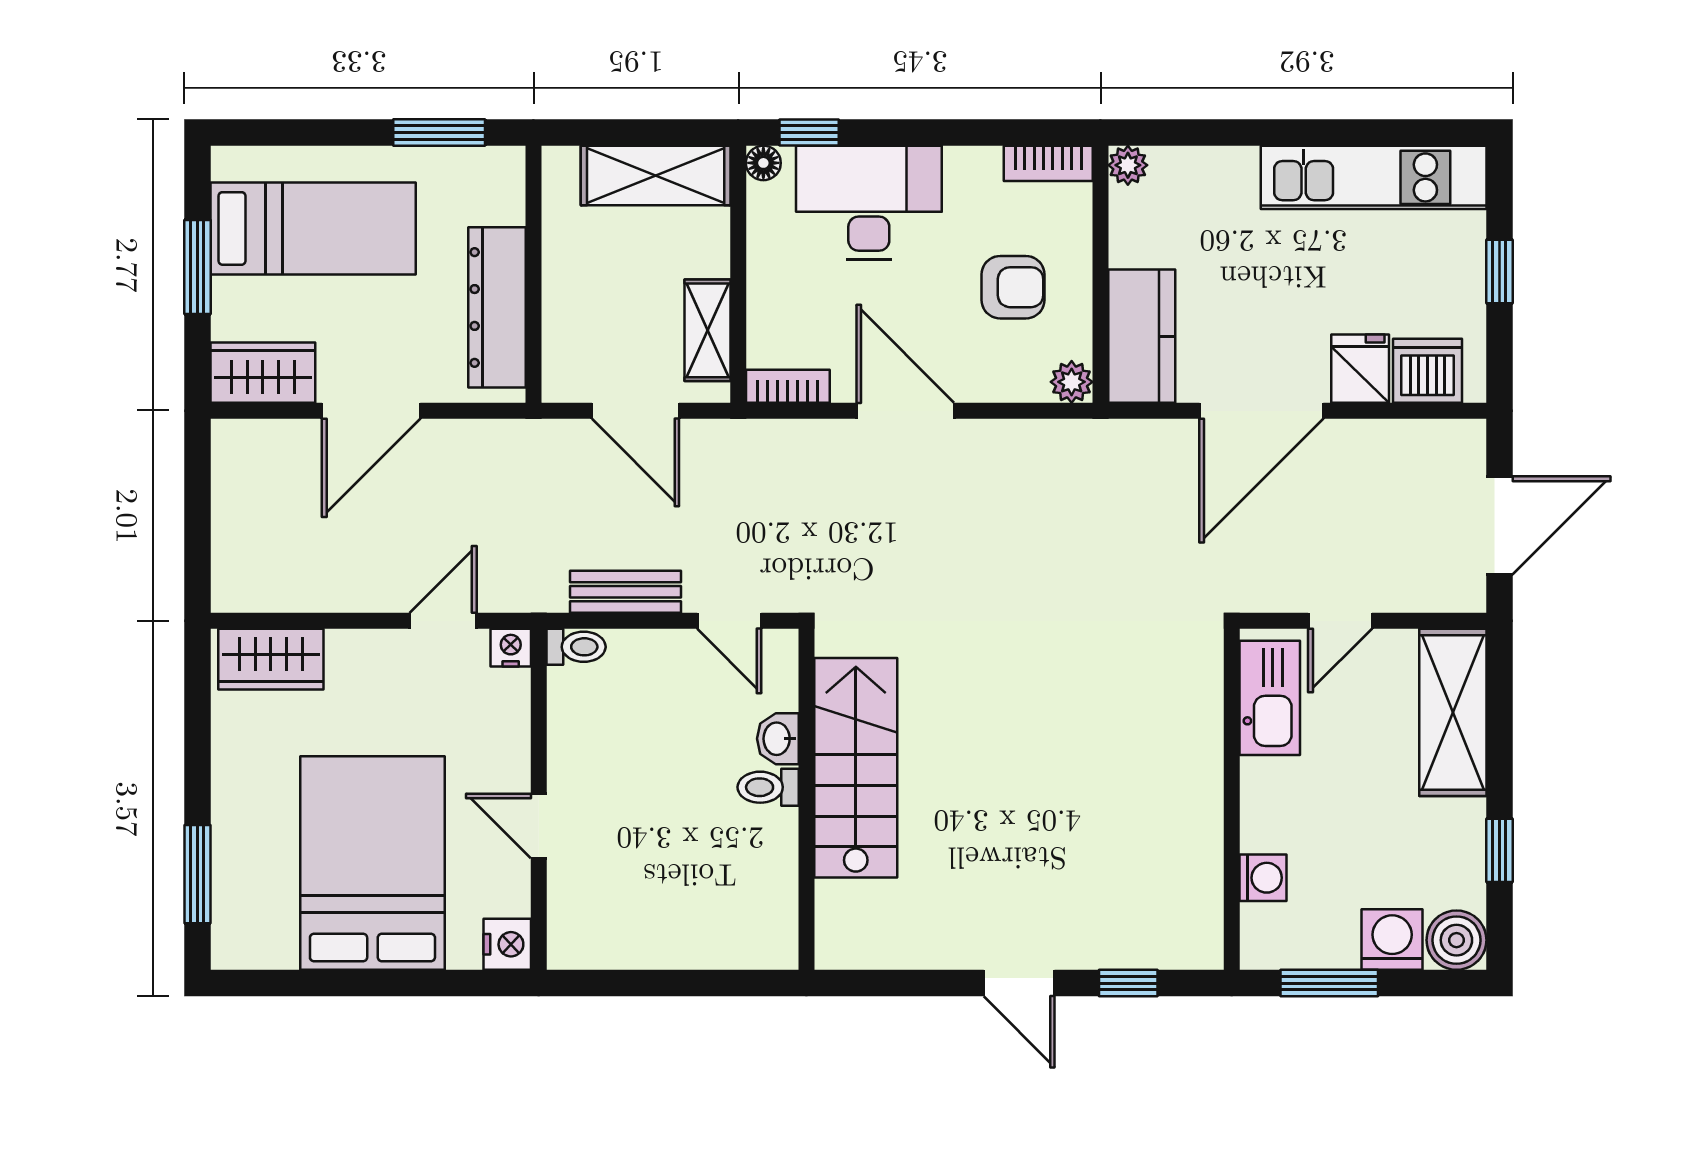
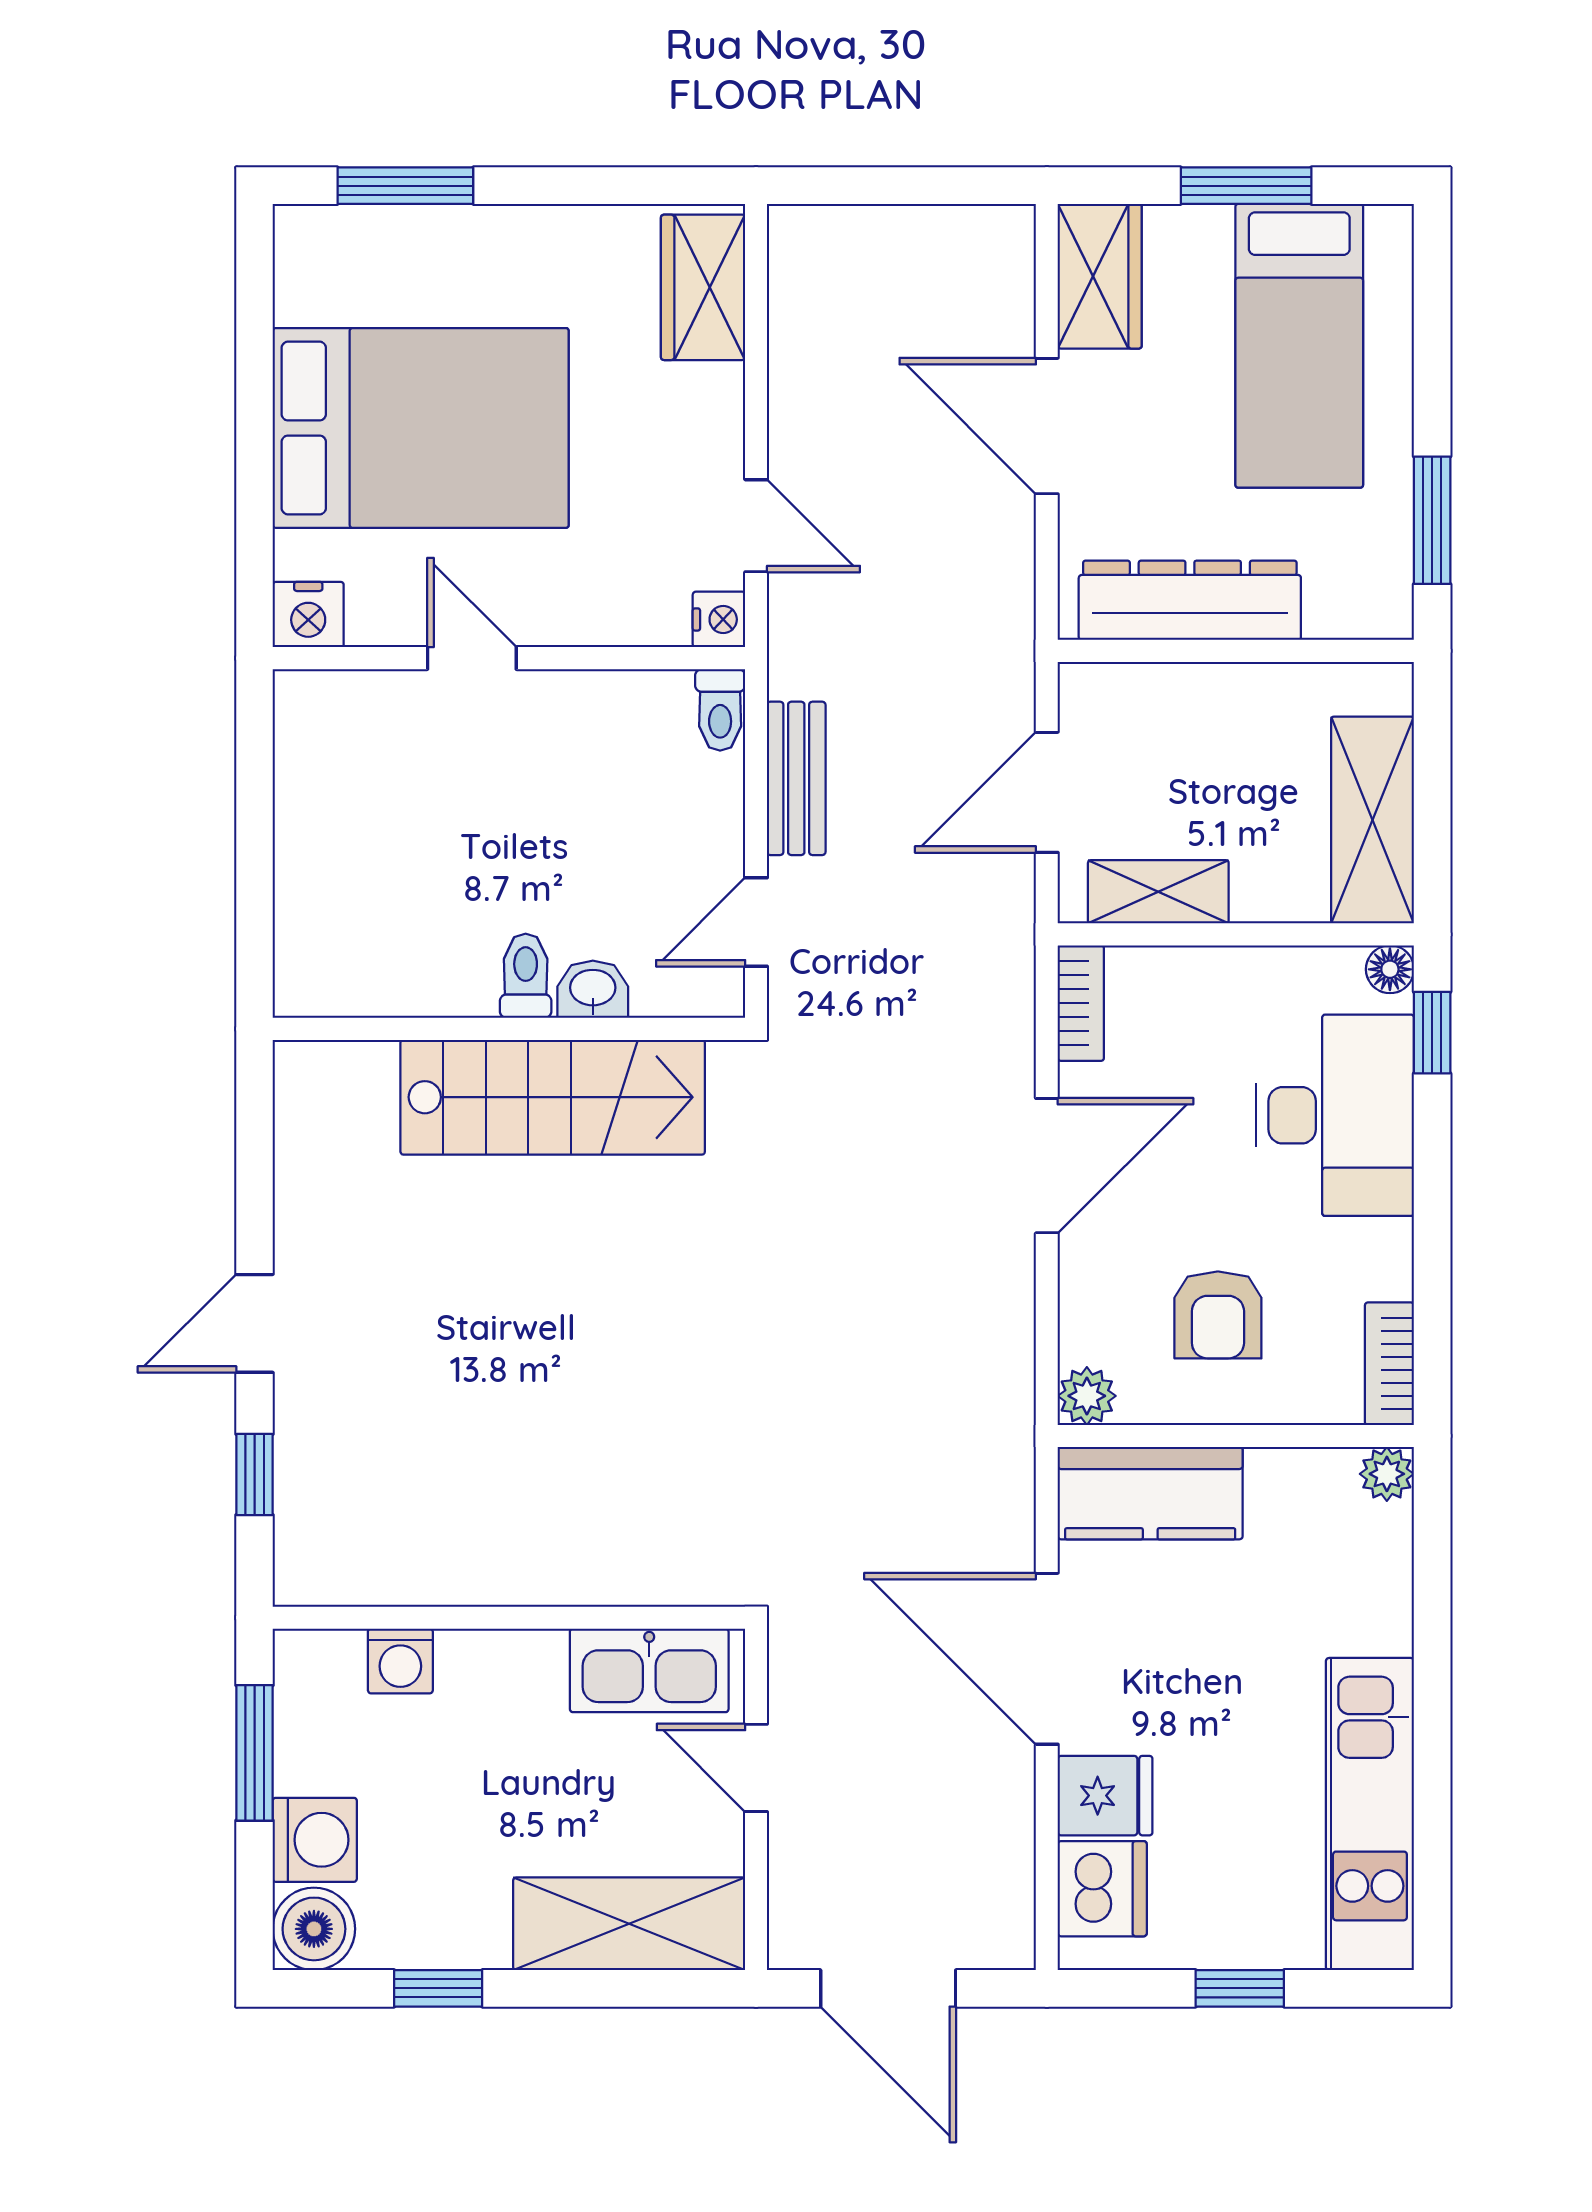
door: (539, 826) -> (472, 658), hinge flipped

